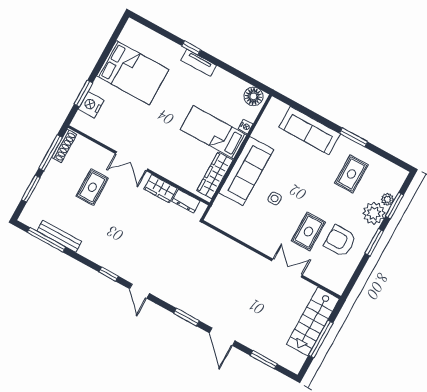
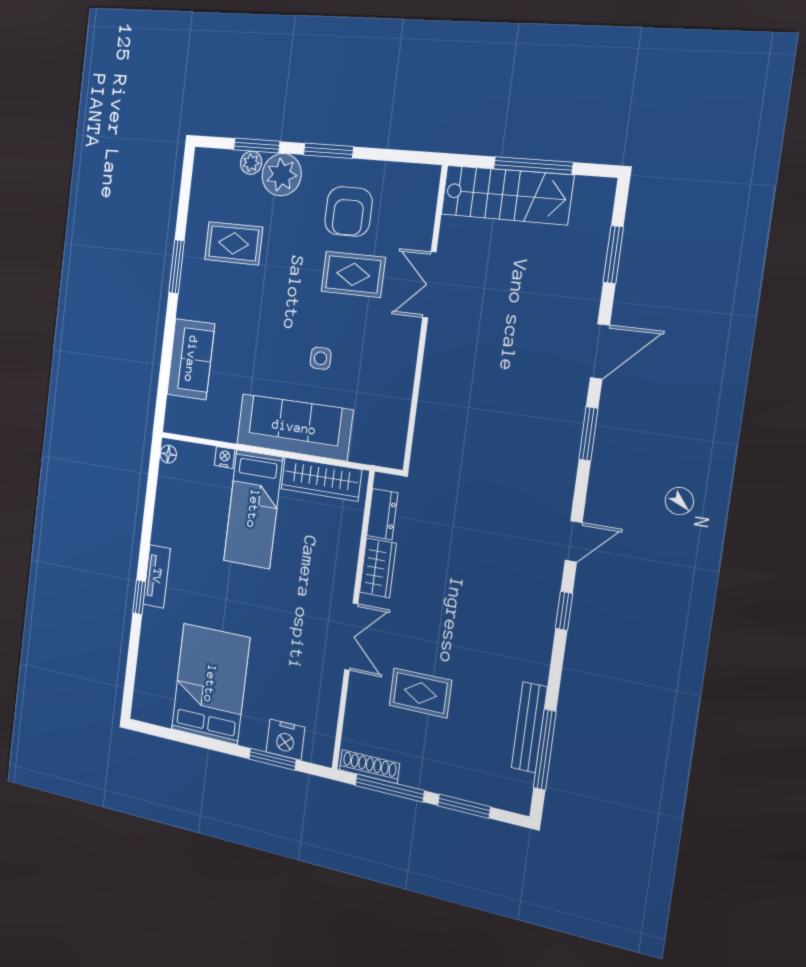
floor lamp: (253, 96) -> (168, 454), width x0.53, depth x0.53
sofa: (310, 131) -> (191, 359), width x0.73

